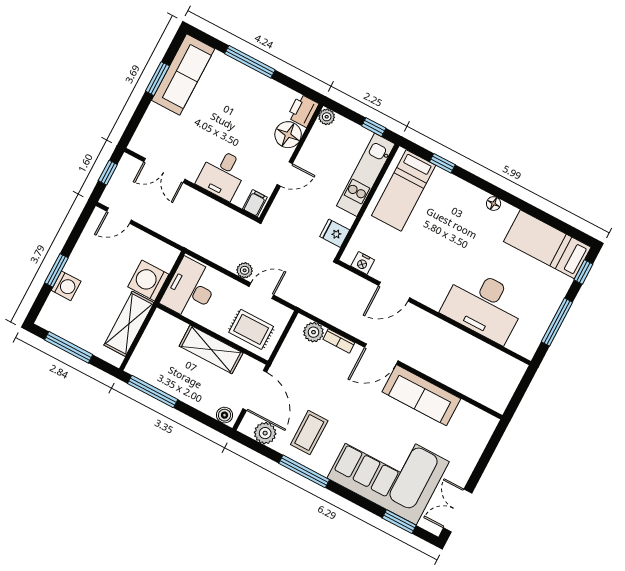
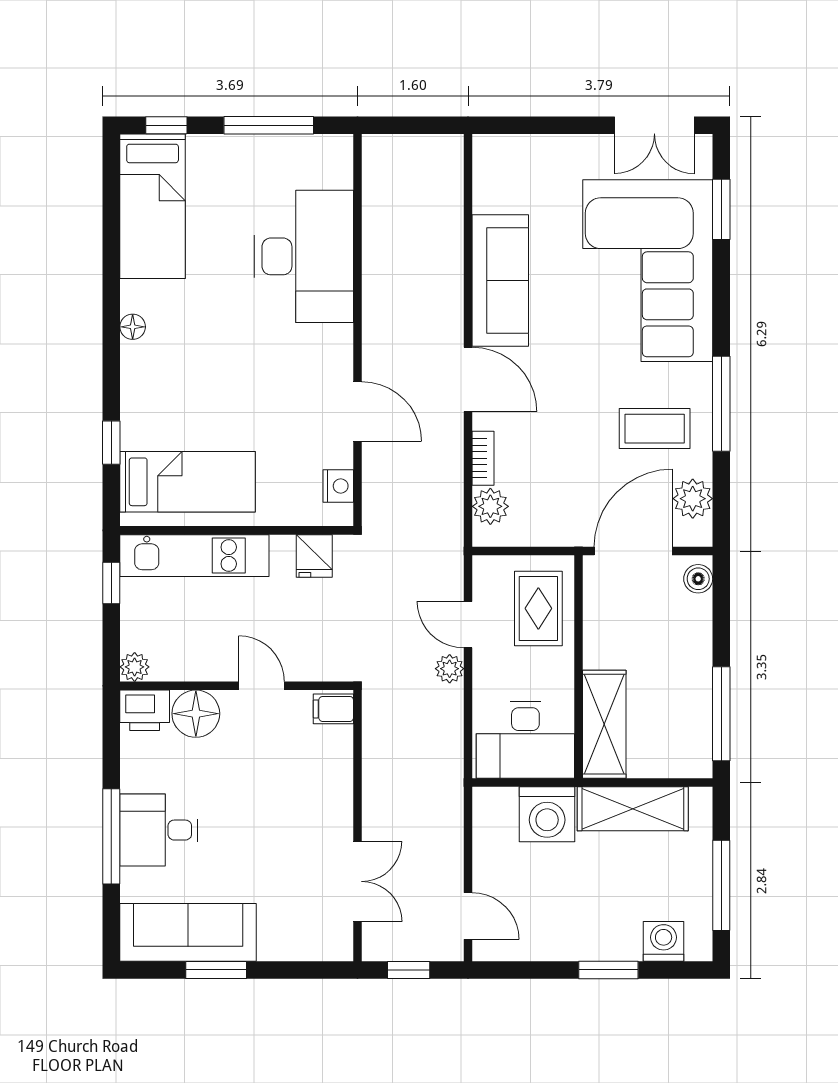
desk: (222, 174) -> (159, 830), moved, turned 180
washing machine: (66, 286) -> (664, 941), moved
shelving: (211, 349) -> (604, 724), moved

